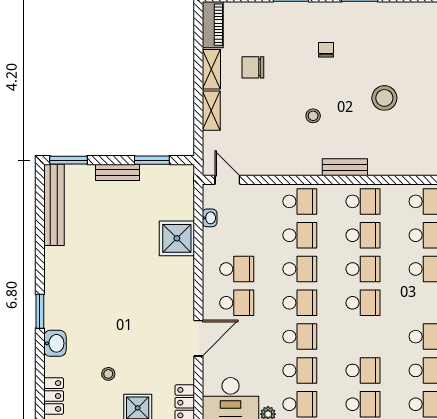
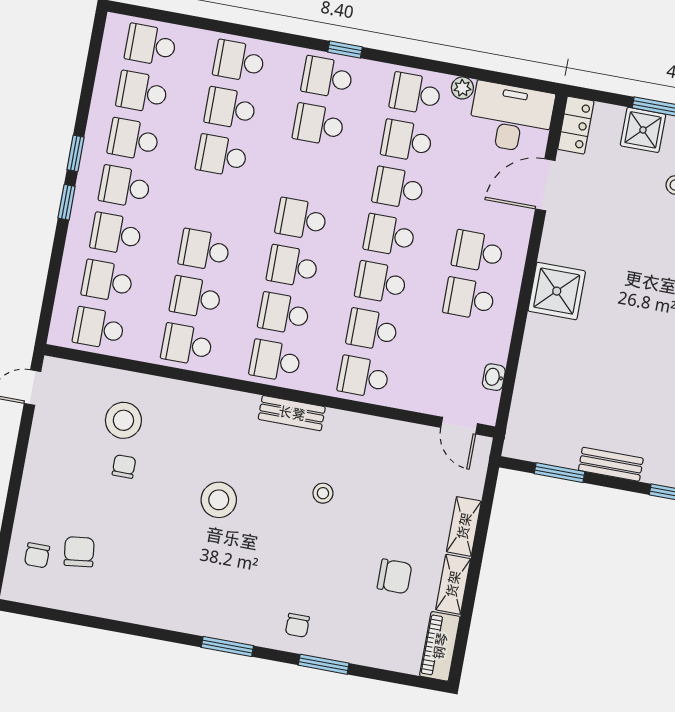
chair: (326, 50) -> (297, 625), moved
shower: (177, 238) -> (557, 291), moved
door: (198, 338) -> (545, 185), moved

